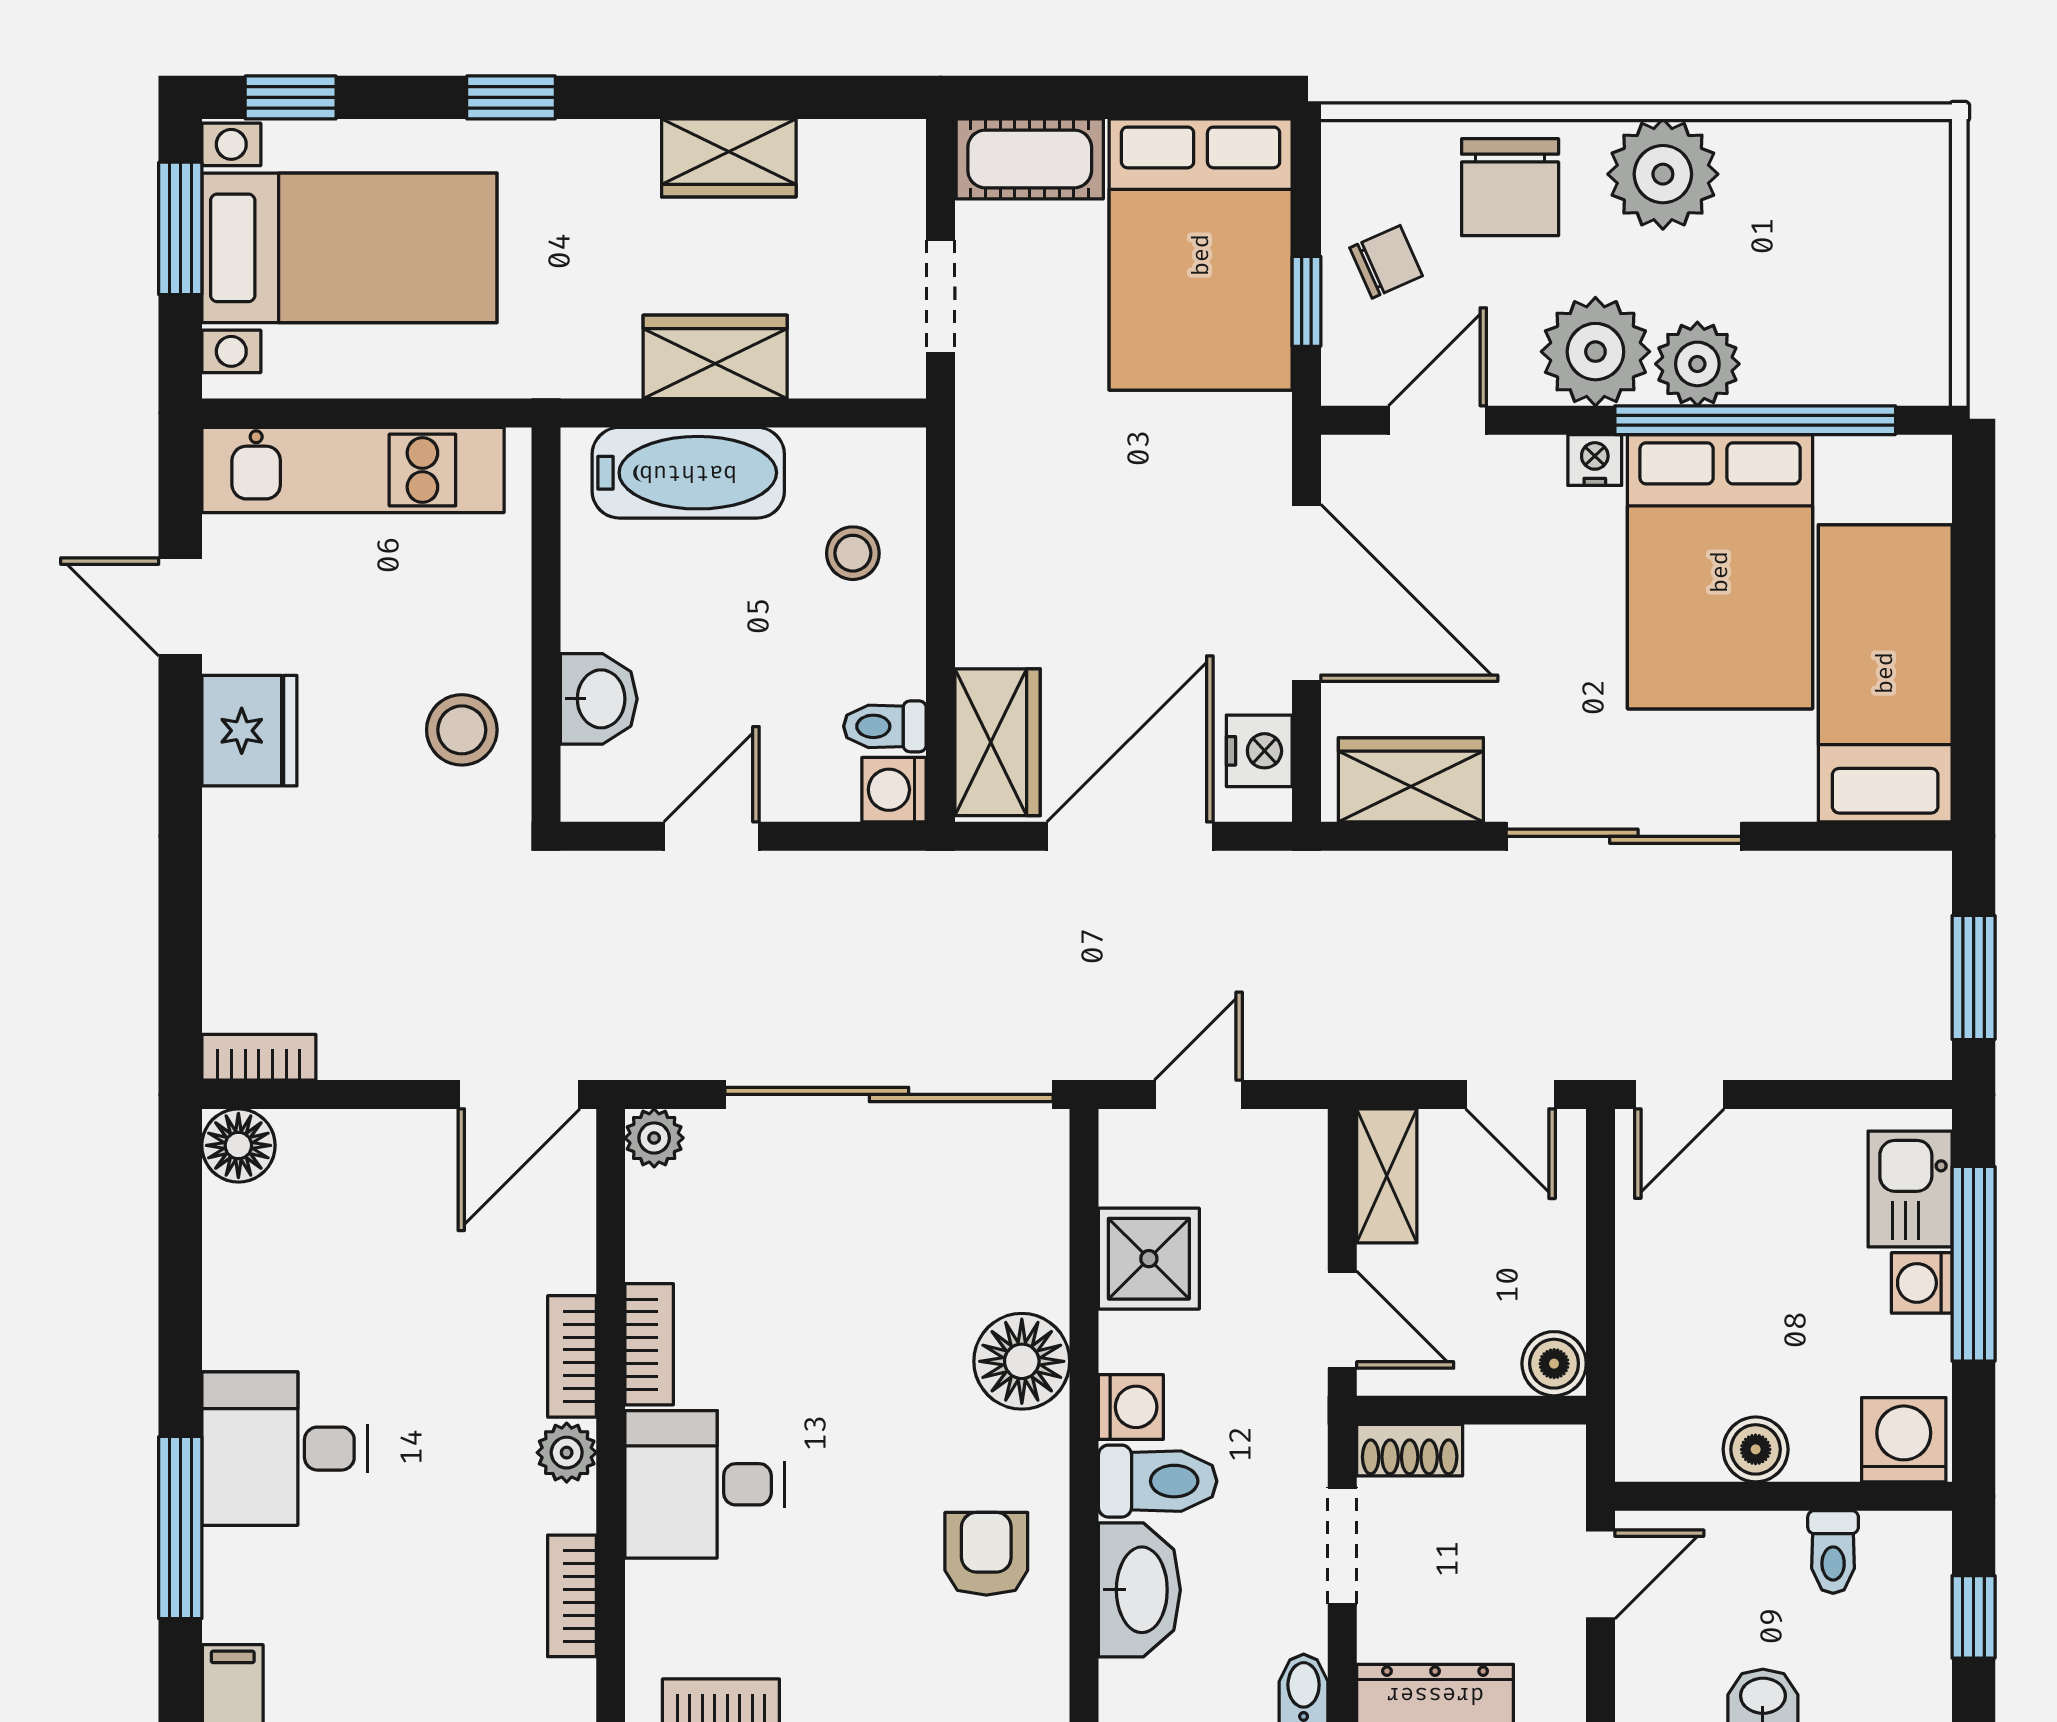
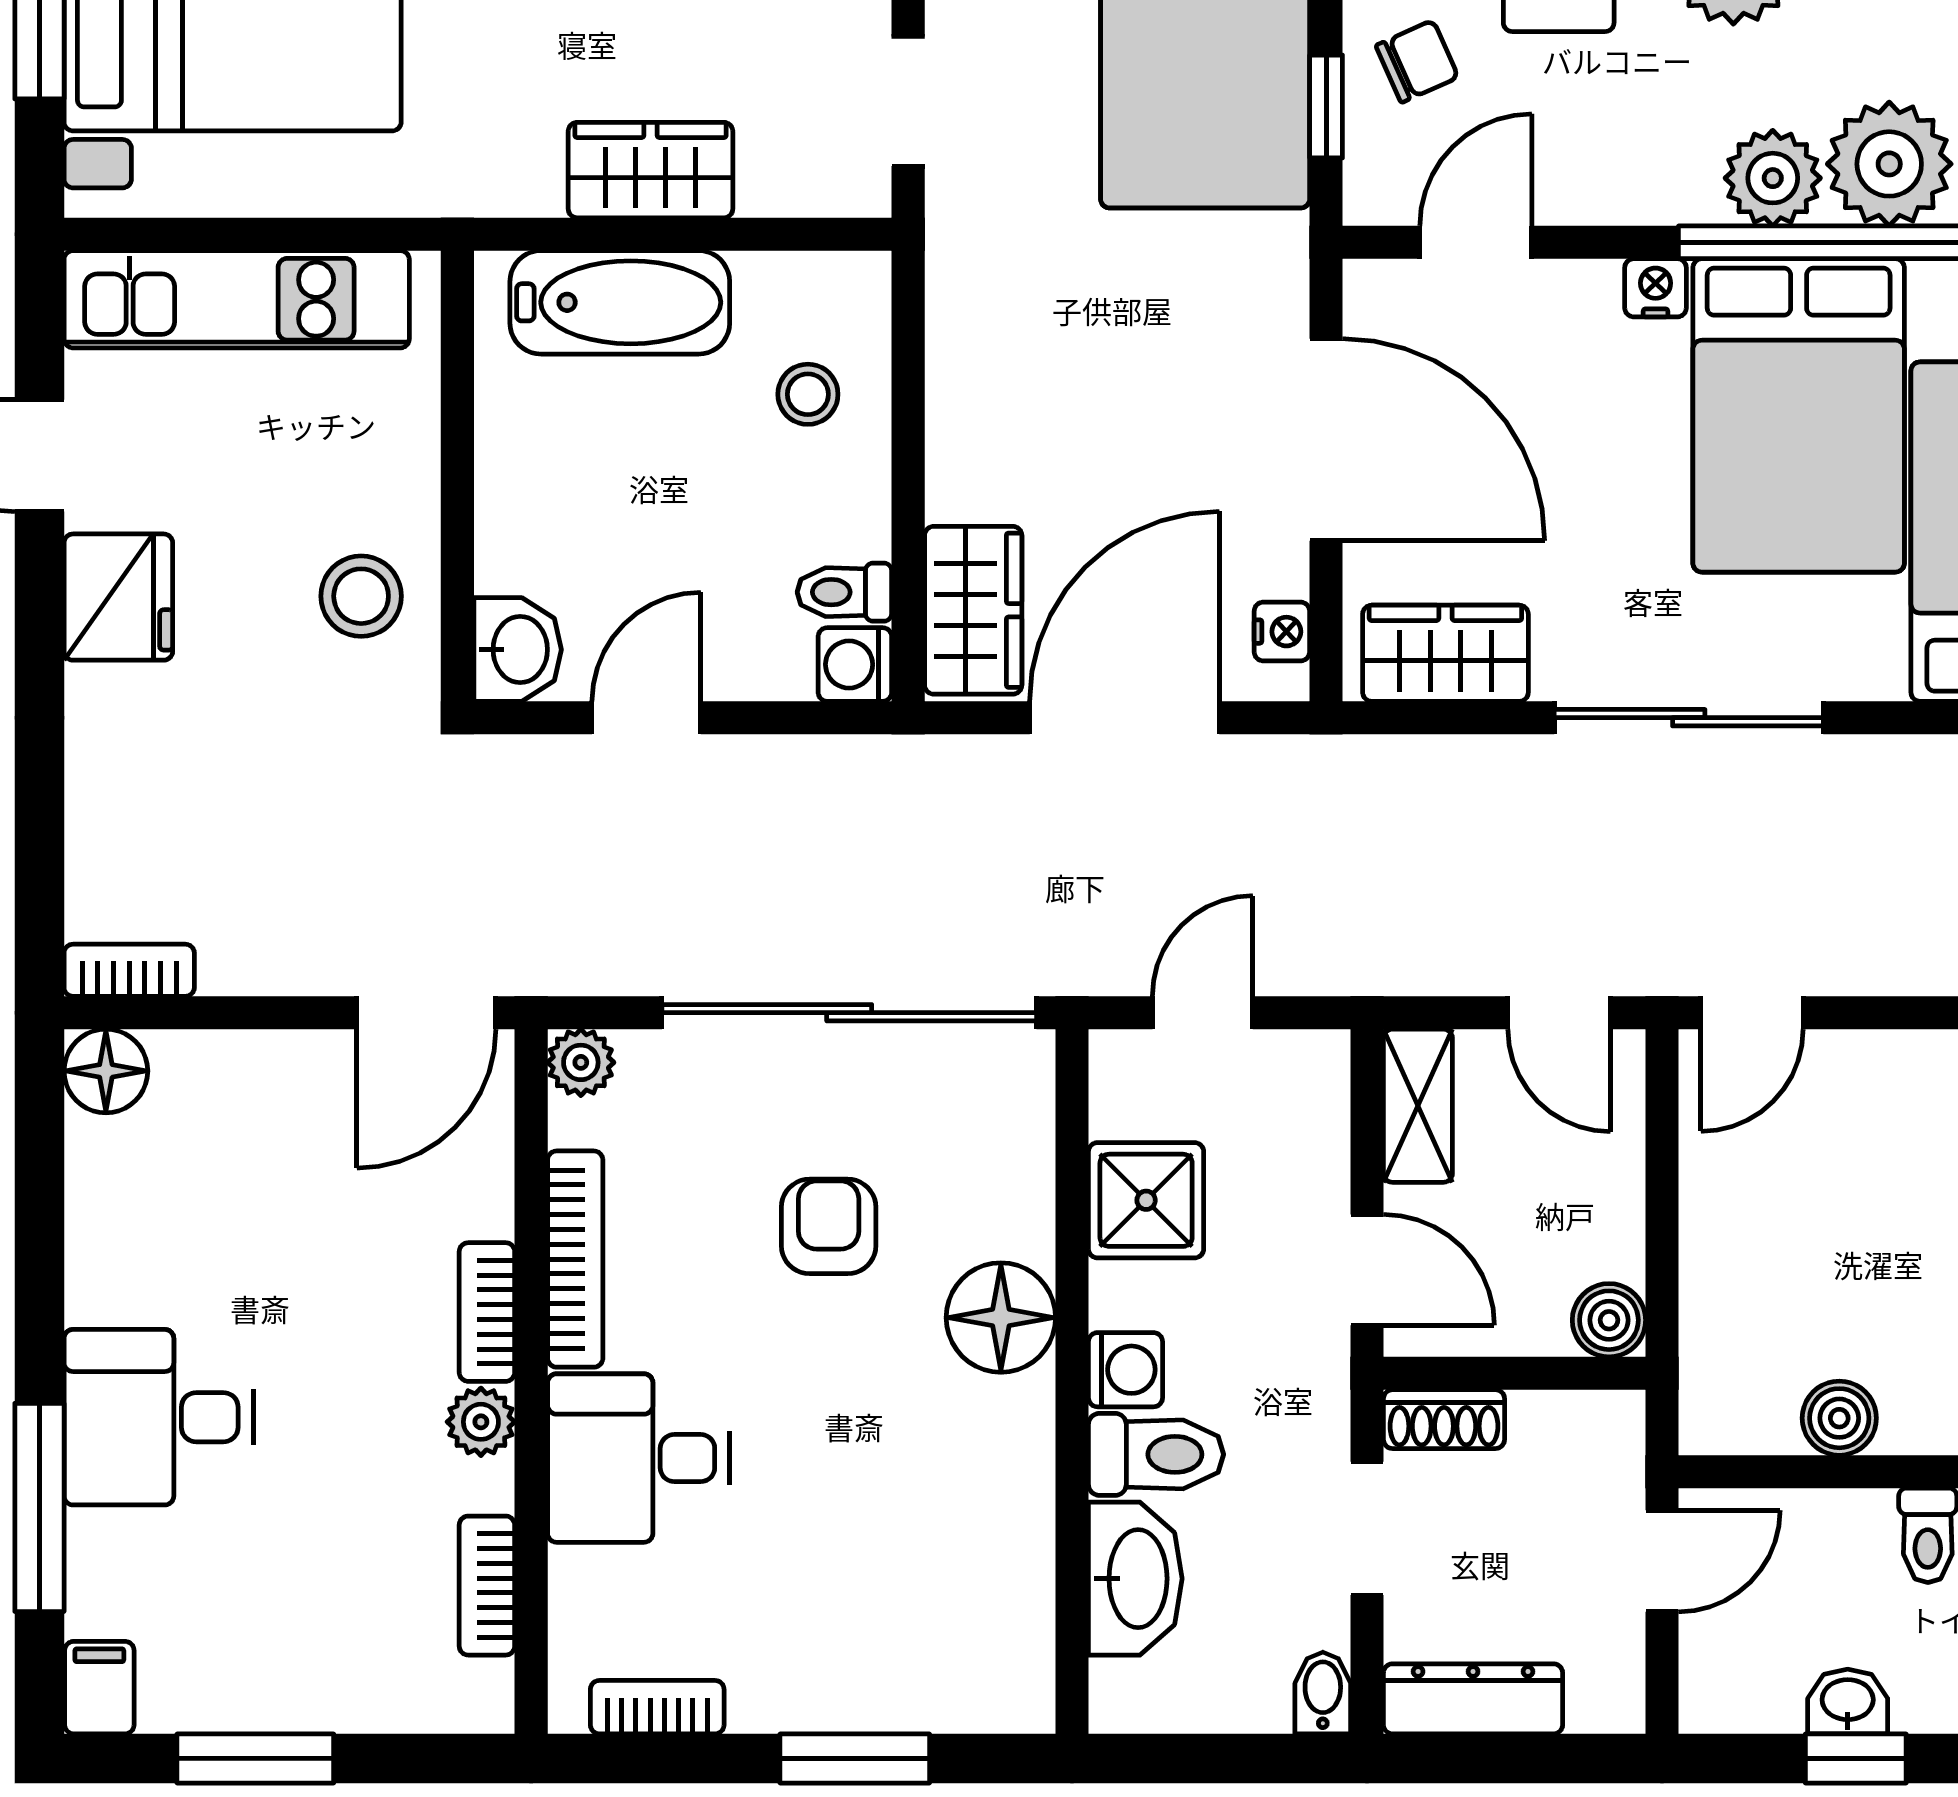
plant: (1595, 352) -> (1889, 164), moved
washbasin: (599, 699) -> (518, 650), moved
nightstand: (1259, 751) -> (1282, 632), width x0.72, depth x0.74
bookcase: (649, 1344) -> (575, 1259), width x1.56
armchair: (986, 1554) -> (829, 1226), moved

